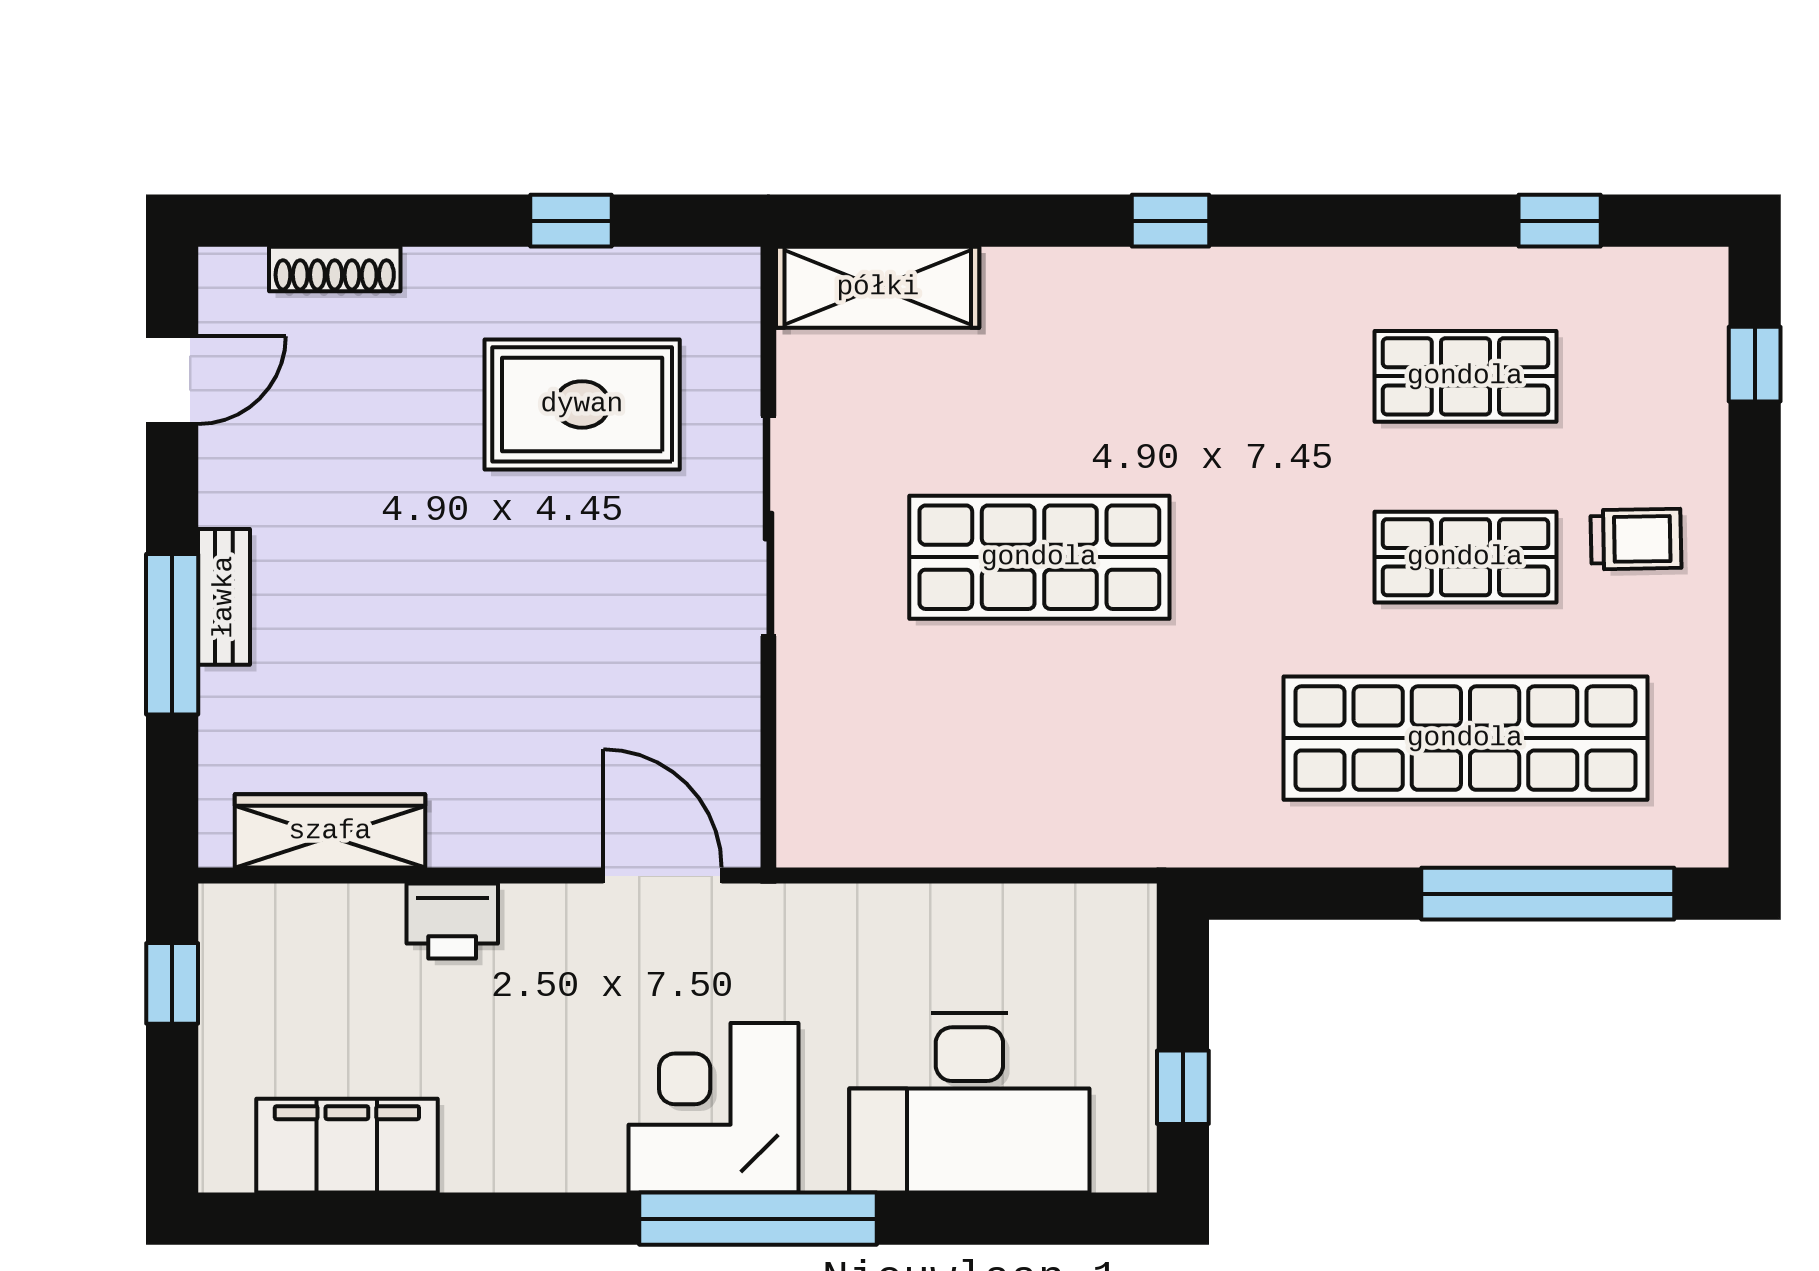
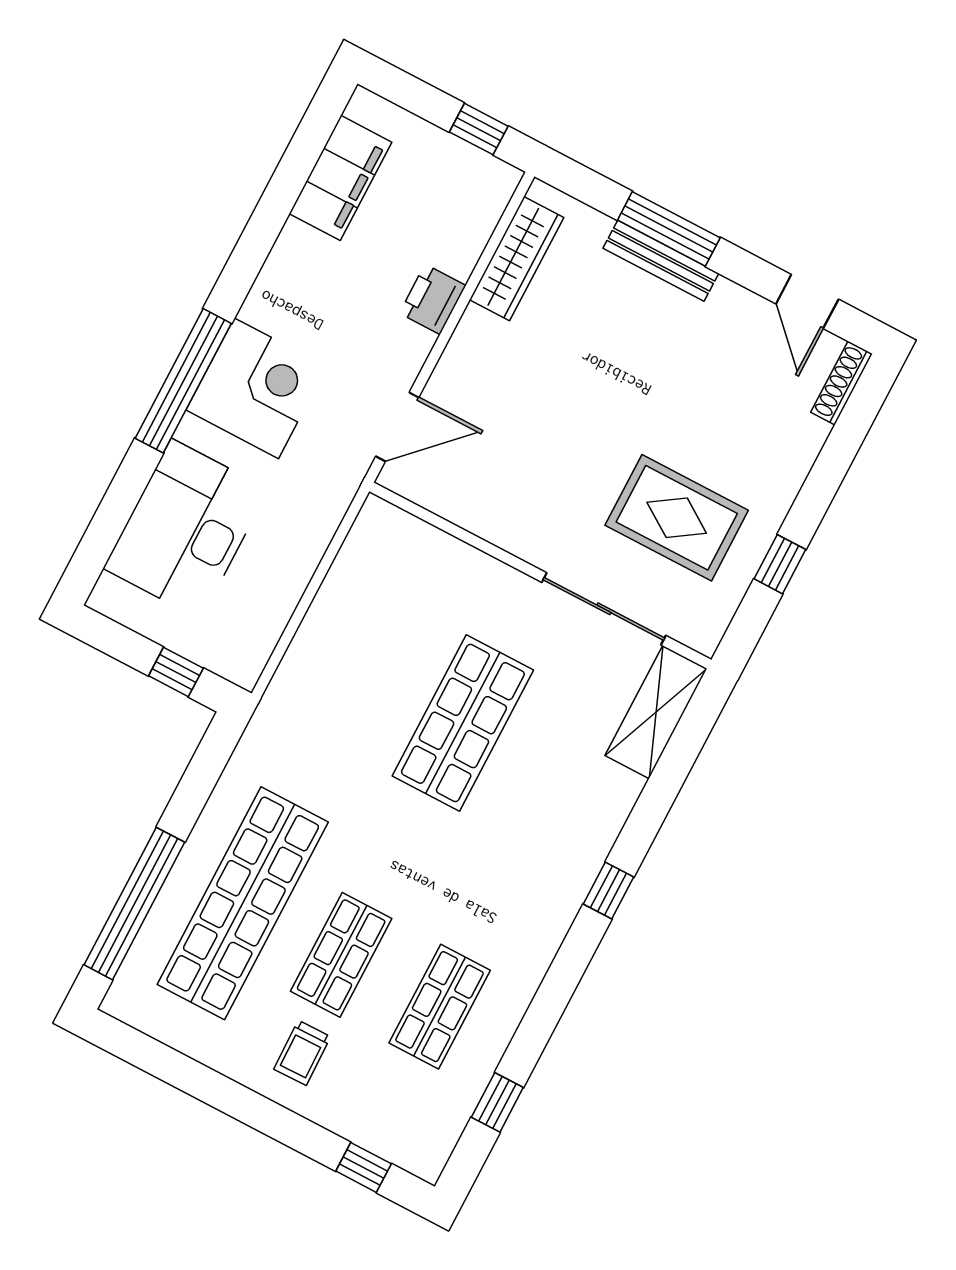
shoe rack: (335, 269) -> (841, 383), moved
rug: (582, 404) -> (677, 518), turned 90
sliding door: (768, 526) -> (604, 609), moved
bench: (224, 597) -> (661, 261), width x1.36
window: (1183, 1087) -> (176, 672), moved

